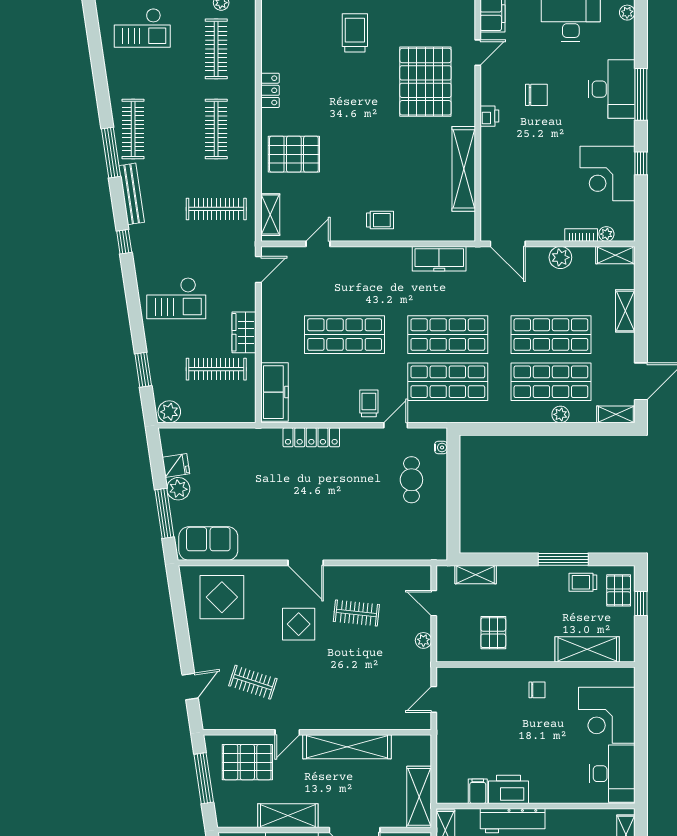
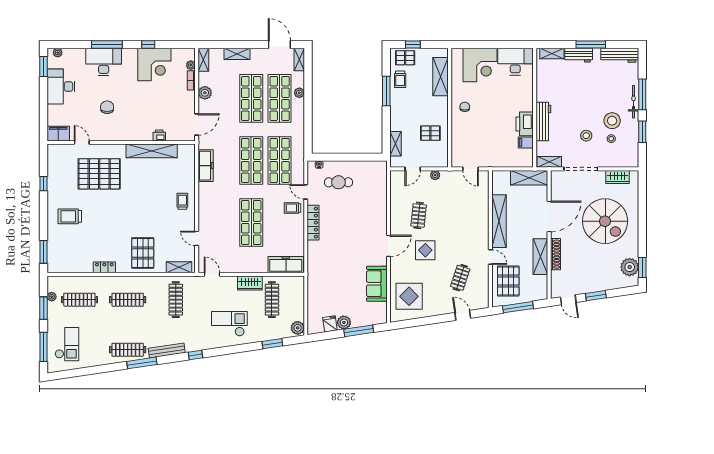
printer: (489, 116) -> (159, 135), moved
checkout: (176, 298) -> (229, 324), turned -90
locker: (311, 437) -> (313, 223), moved
sofa: (208, 544) -> (377, 284), moved

